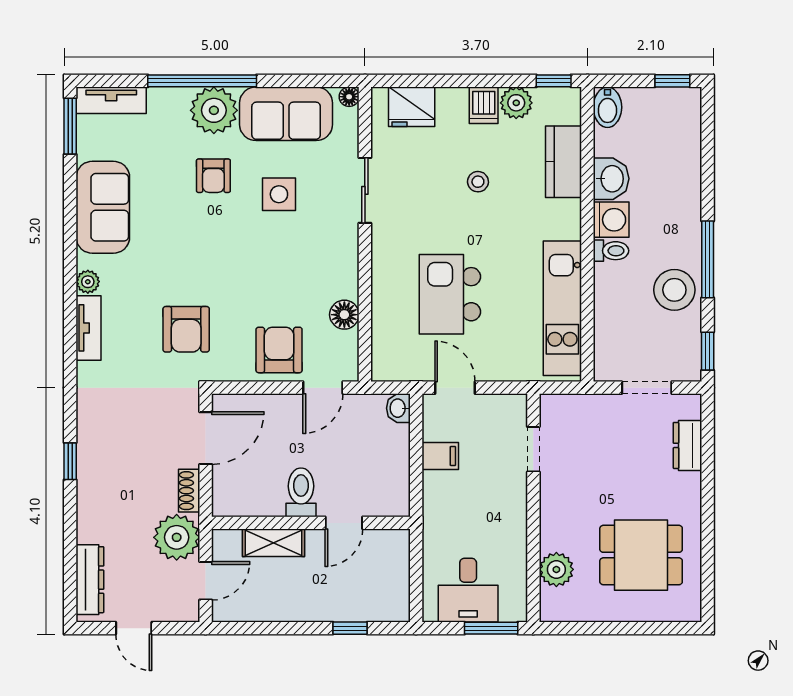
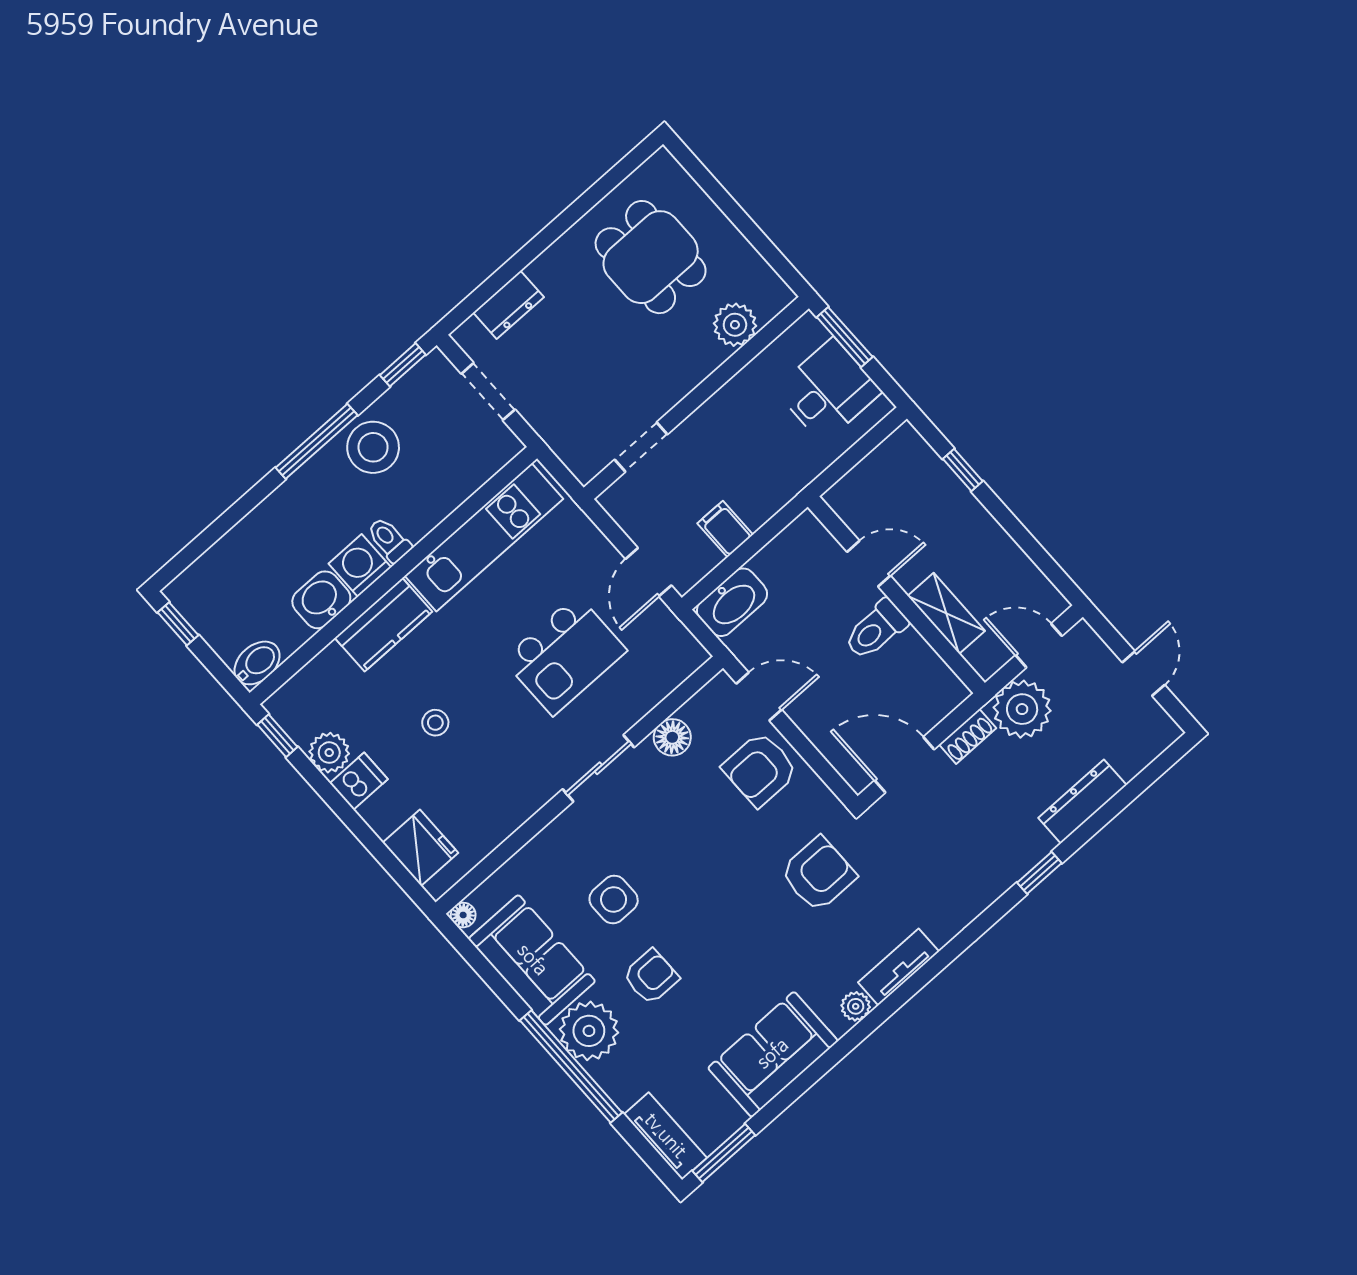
kitchen counter: (563, 162) -> (383, 625), moved
sliding door: (365, 190) -> (598, 768), moved
washbasin: (398, 408) -> (732, 602), width x1.91, depth x1.45
dresser: (90, 580) -> (1082, 801), moved

